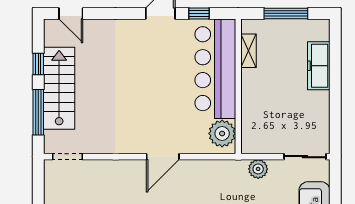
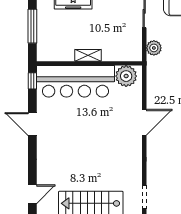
window: (199, 13) -> (32, 81), moved
shelving: (249, 51) -> (88, 55), moved
door: (163, 157) -> (144, 122), hinge flipped

